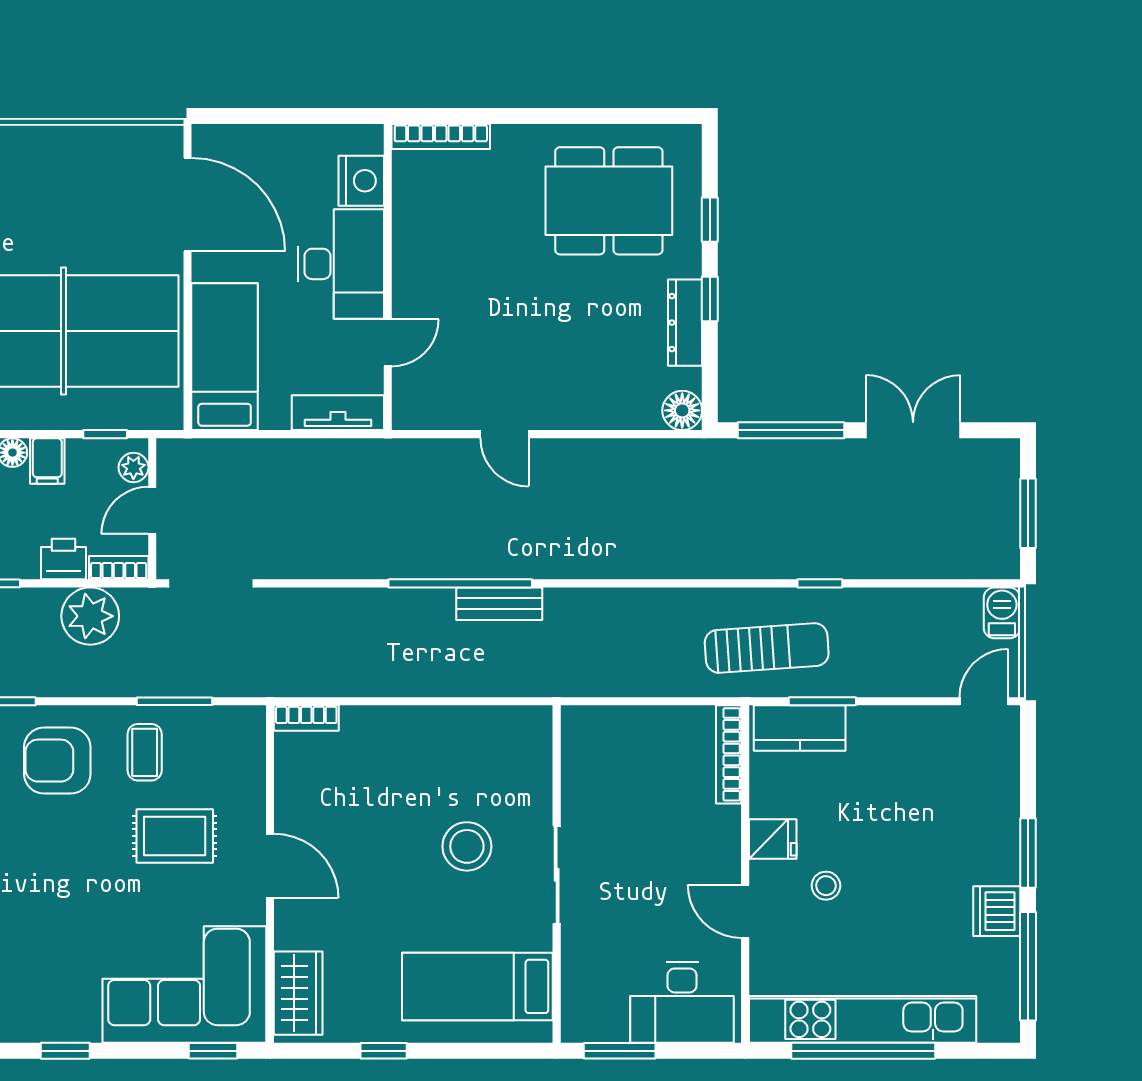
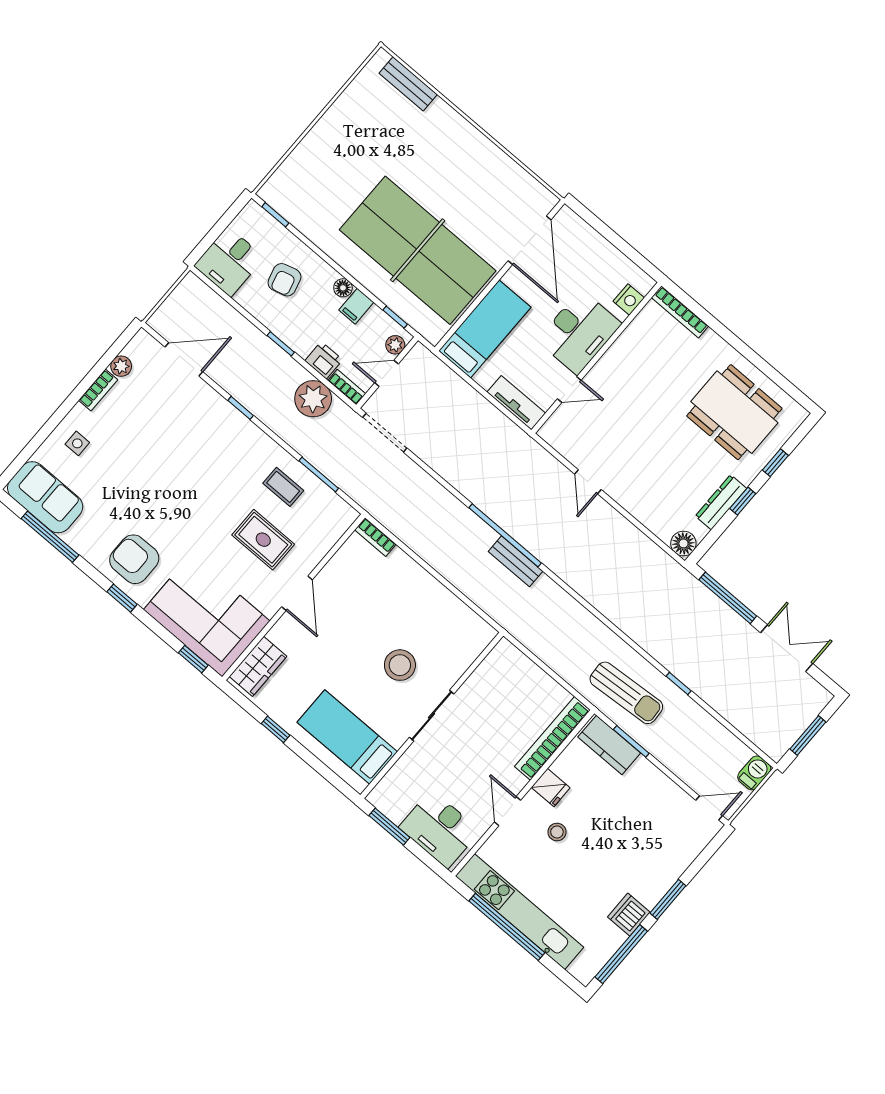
nightstand: (361, 181) -> (629, 299), width x0.74, depth x0.75
coffee table: (145, 752) -> (283, 487), turned 90
bookcase: (729, 754) -> (552, 738), width x1.48, depth x1.31
armchair: (57, 761) -> (134, 559), moved

